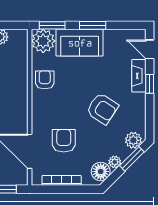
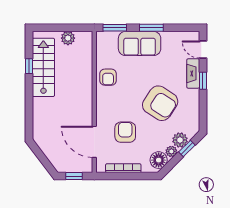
plant: (43, 41) -> (107, 42), removed
armchair: (45, 80) -> (108, 77), turned 180
armchair: (102, 109) -> (160, 103), width x1.36, depth x1.36
plant: (133, 140) -> (180, 140), moved
window: (132, 159) -> (187, 149), width x0.67

